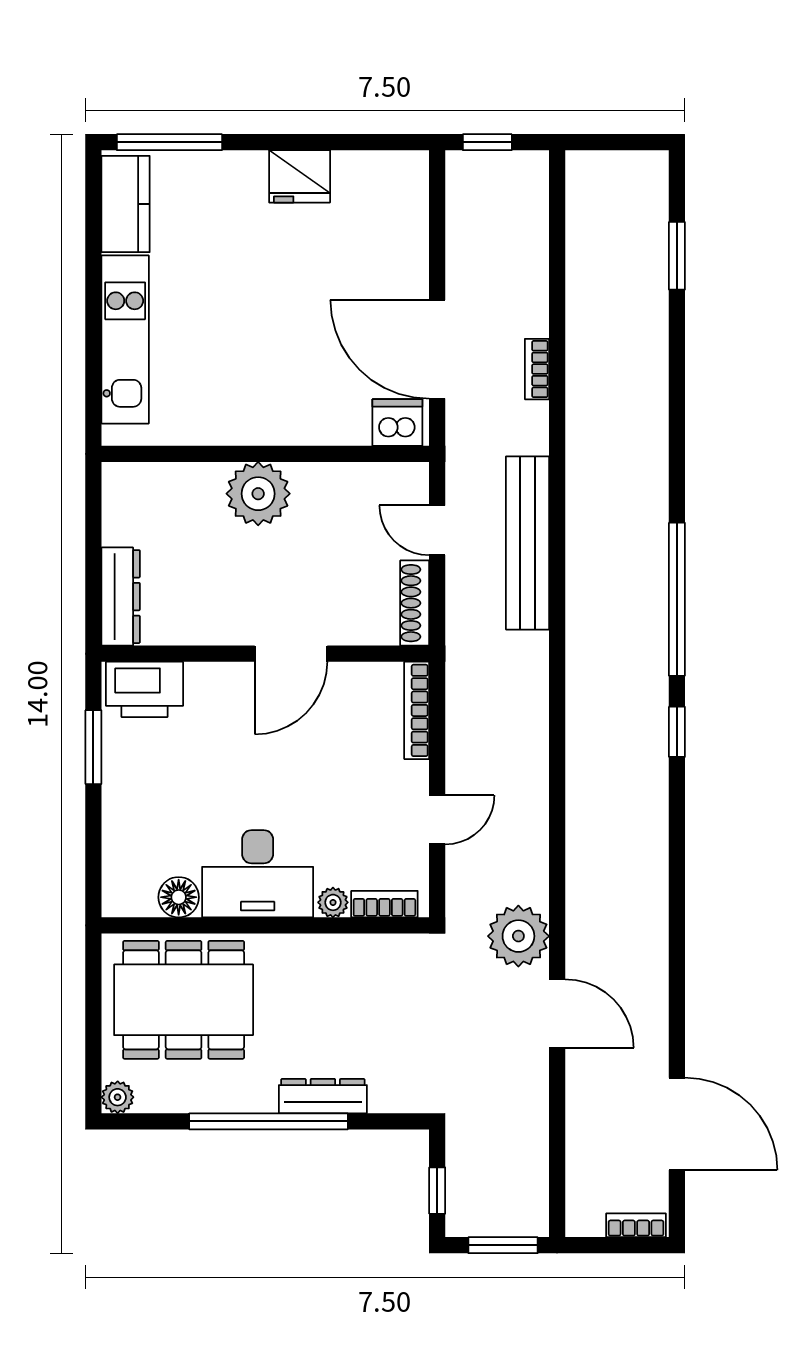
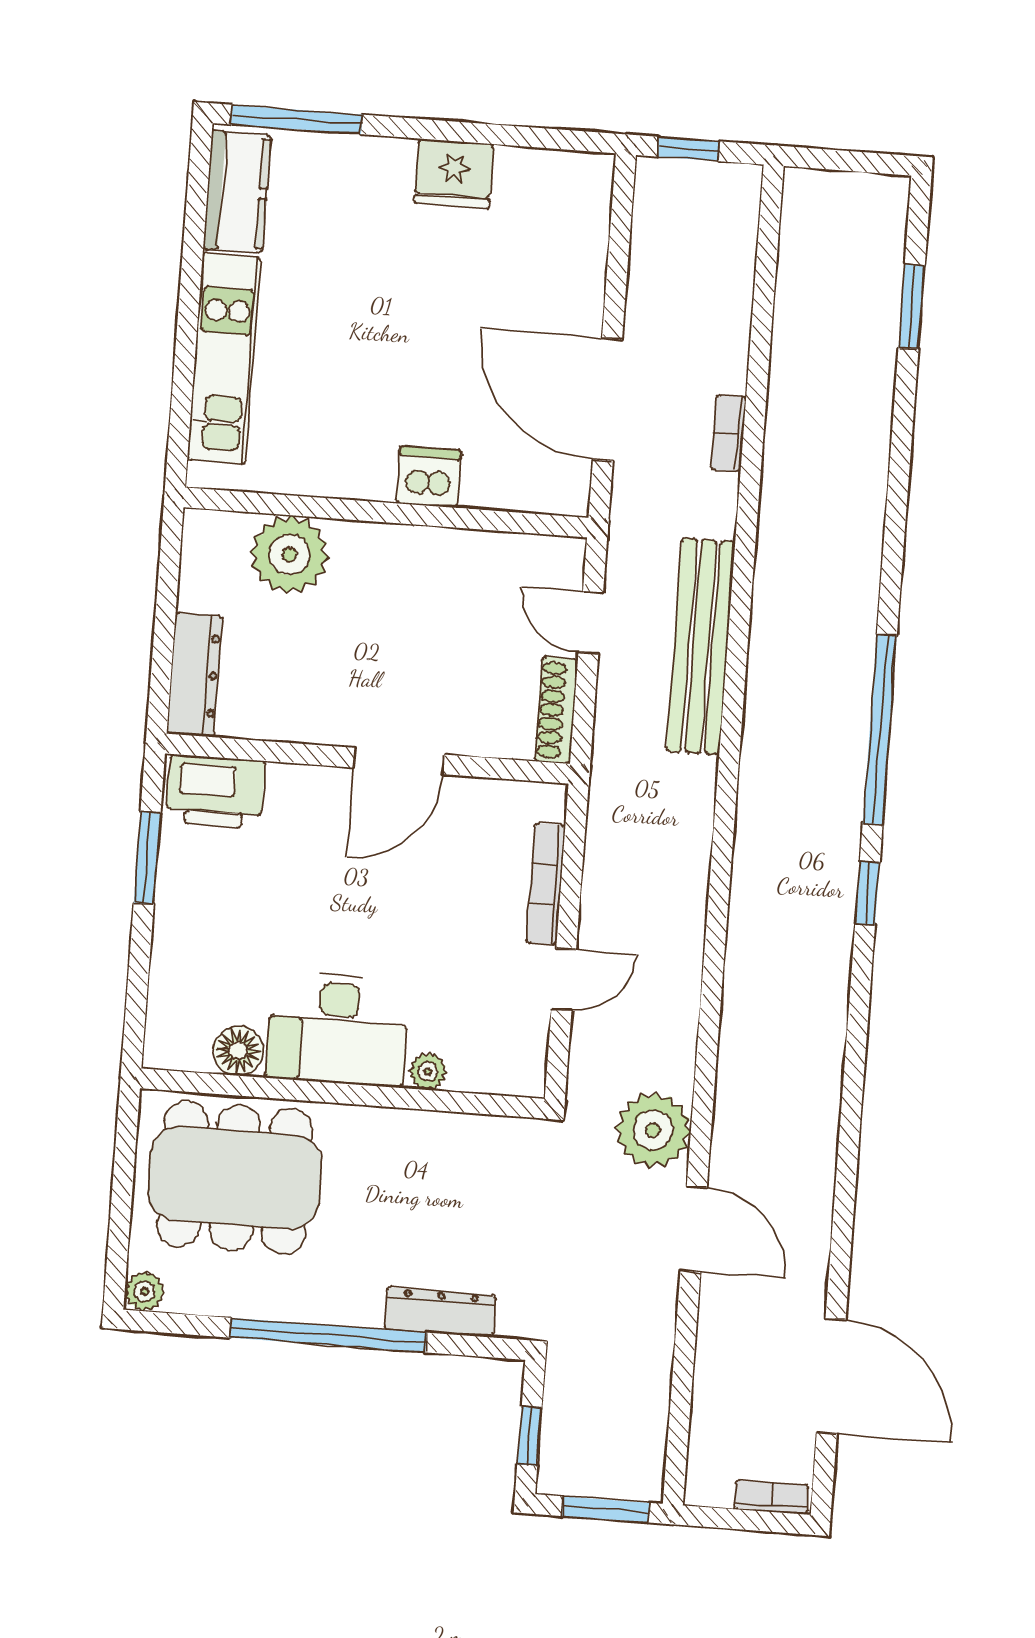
dishwasher: (397, 423) -> (429, 477), moved
plant: (258, 494) -> (289, 554), moved
bookcase: (417, 710) -> (546, 884), moved
bookcase: (384, 904) -> (491, 1078), removed
dresser: (323, 1096) -> (440, 1312), moved

